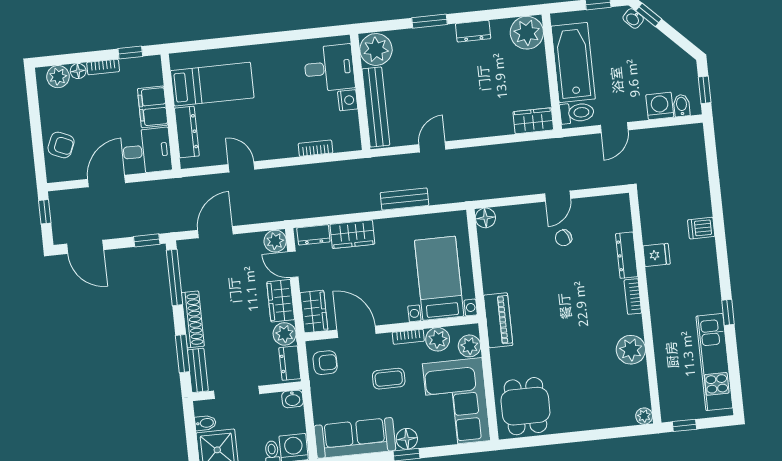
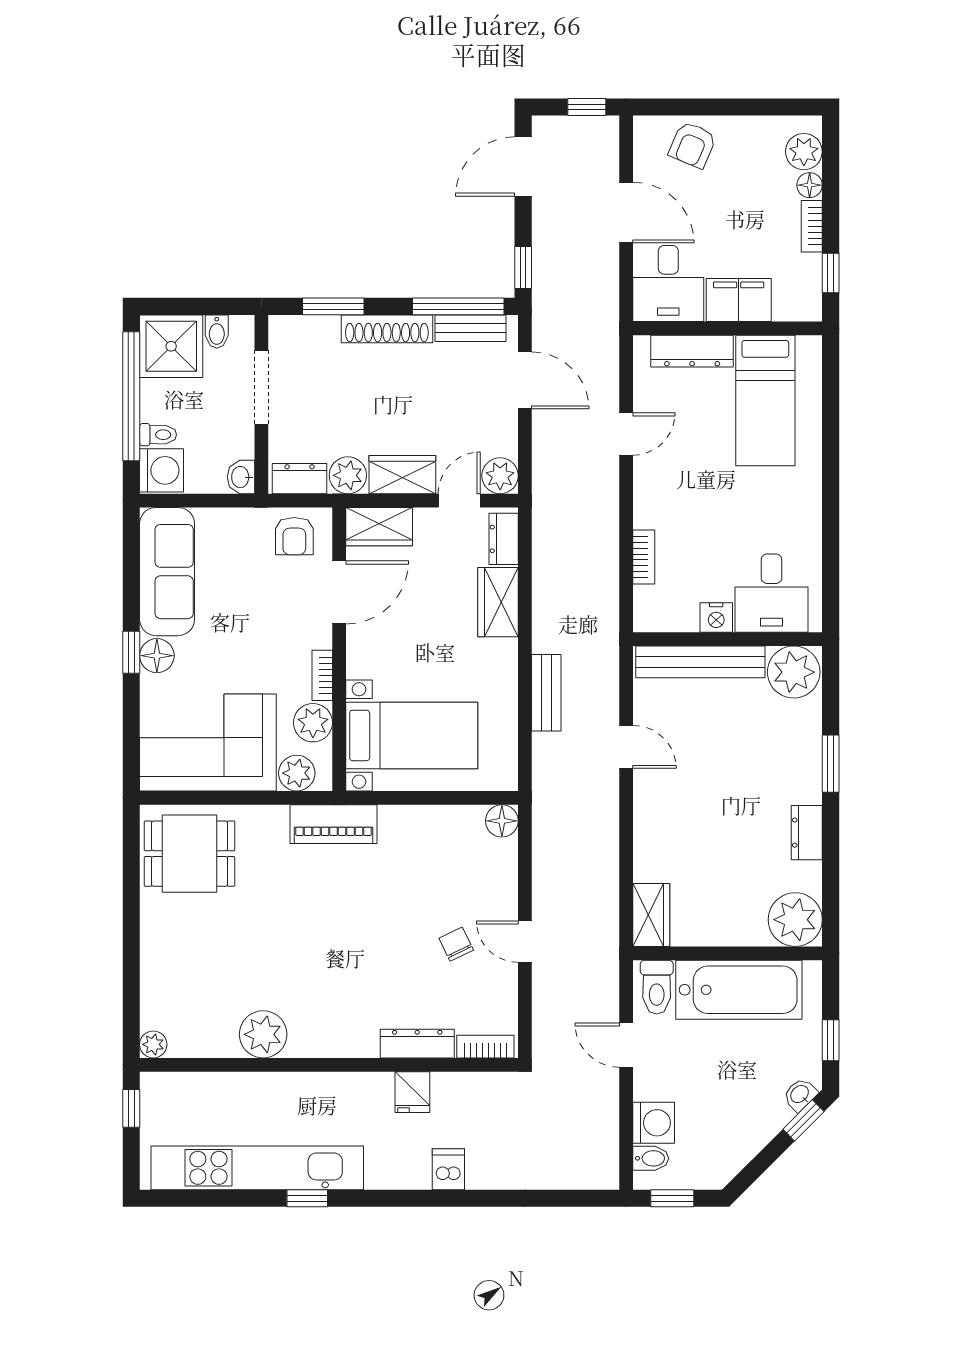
bookcase: (633, 297) -> (485, 1047), moved
kitchen unit: (714, 362) -> (257, 1168), width x1.36
bench: (198, 370) -> (470, 328), moved
coffee table: (389, 379) -> (258, 637), removed

